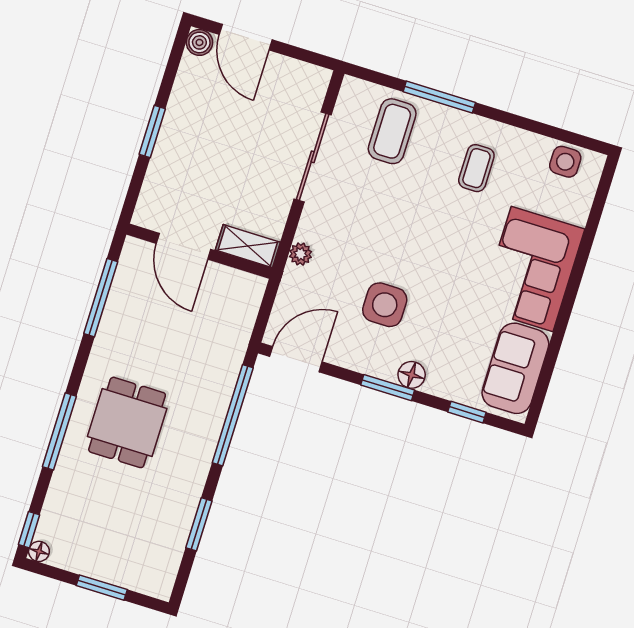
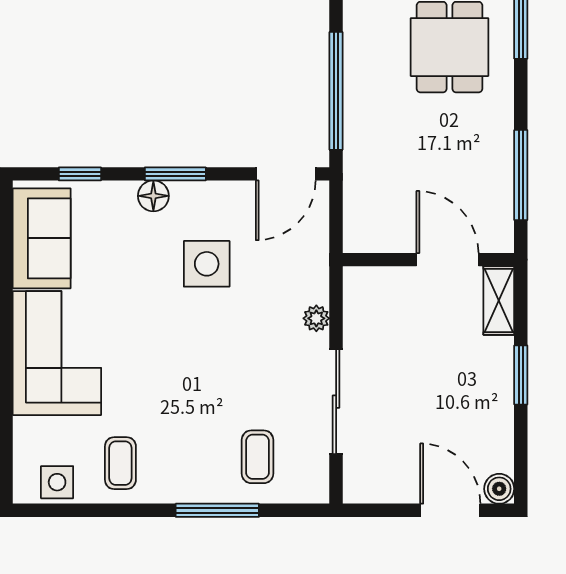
coffee table: (392, 131) -> (258, 457), width x0.73, depth x0.77
coffee table: (476, 168) -> (120, 463), moved
shelving: (248, 246) -> (499, 301), moved, turned 90
plant: (301, 254) -> (316, 318), moved

